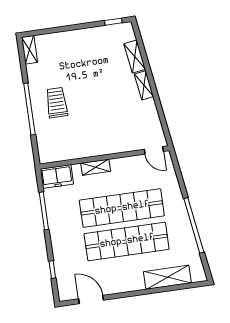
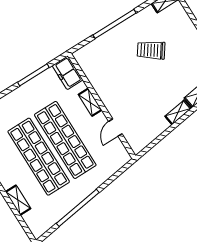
trolley: (57, 103) -> (151, 50), moved, turned -145
door: (154, 150) -> (115, 128), moved
shelving: (167, 277) -> (18, 200), width x0.67, depth x0.75

